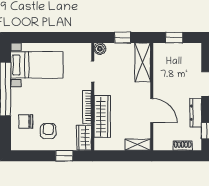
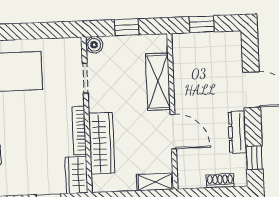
shelving: (143, 62) -> (158, 82), moved
armchair: (48, 131) -> (24, 167), removed

